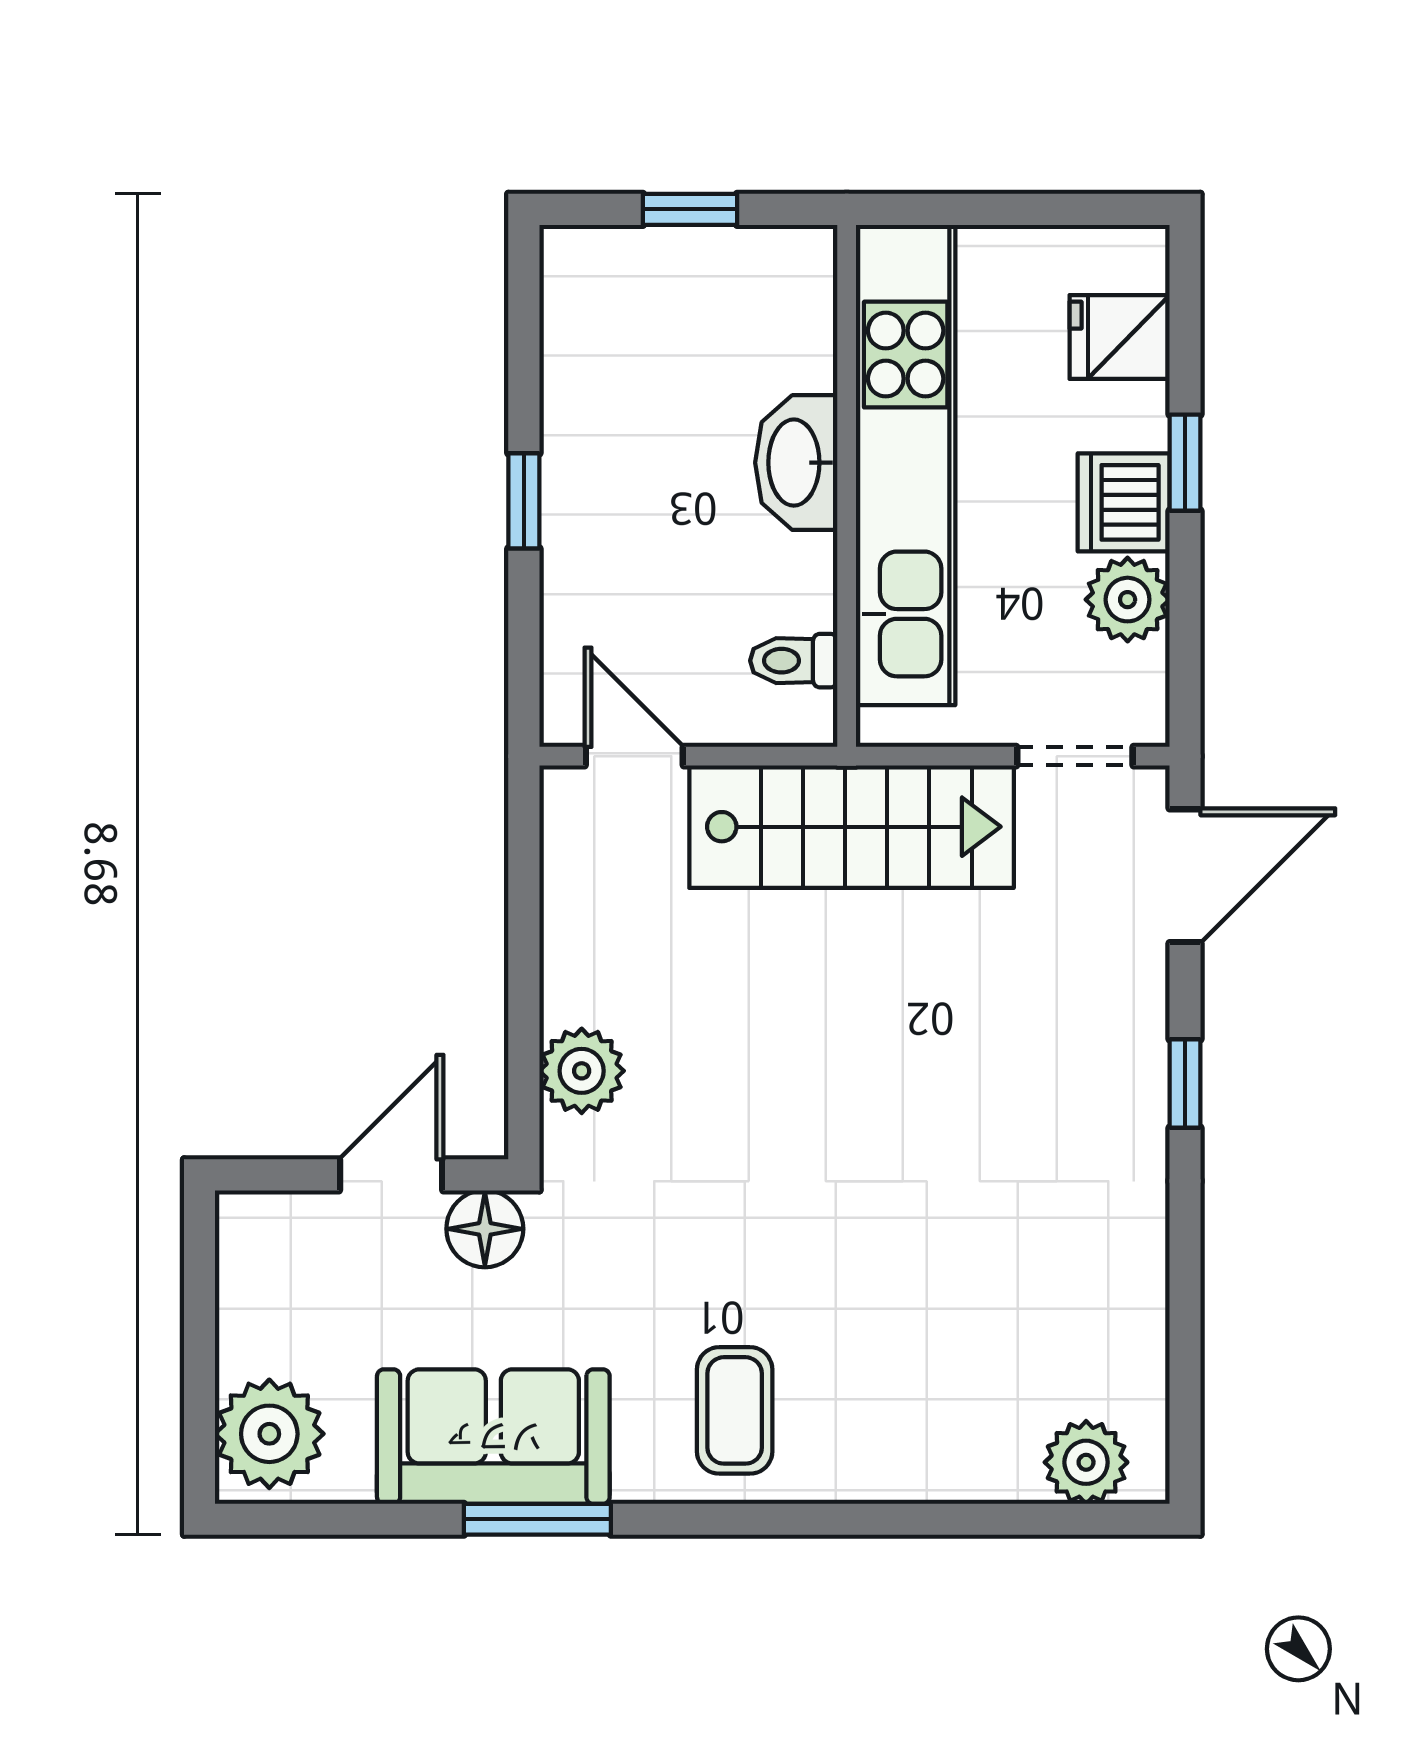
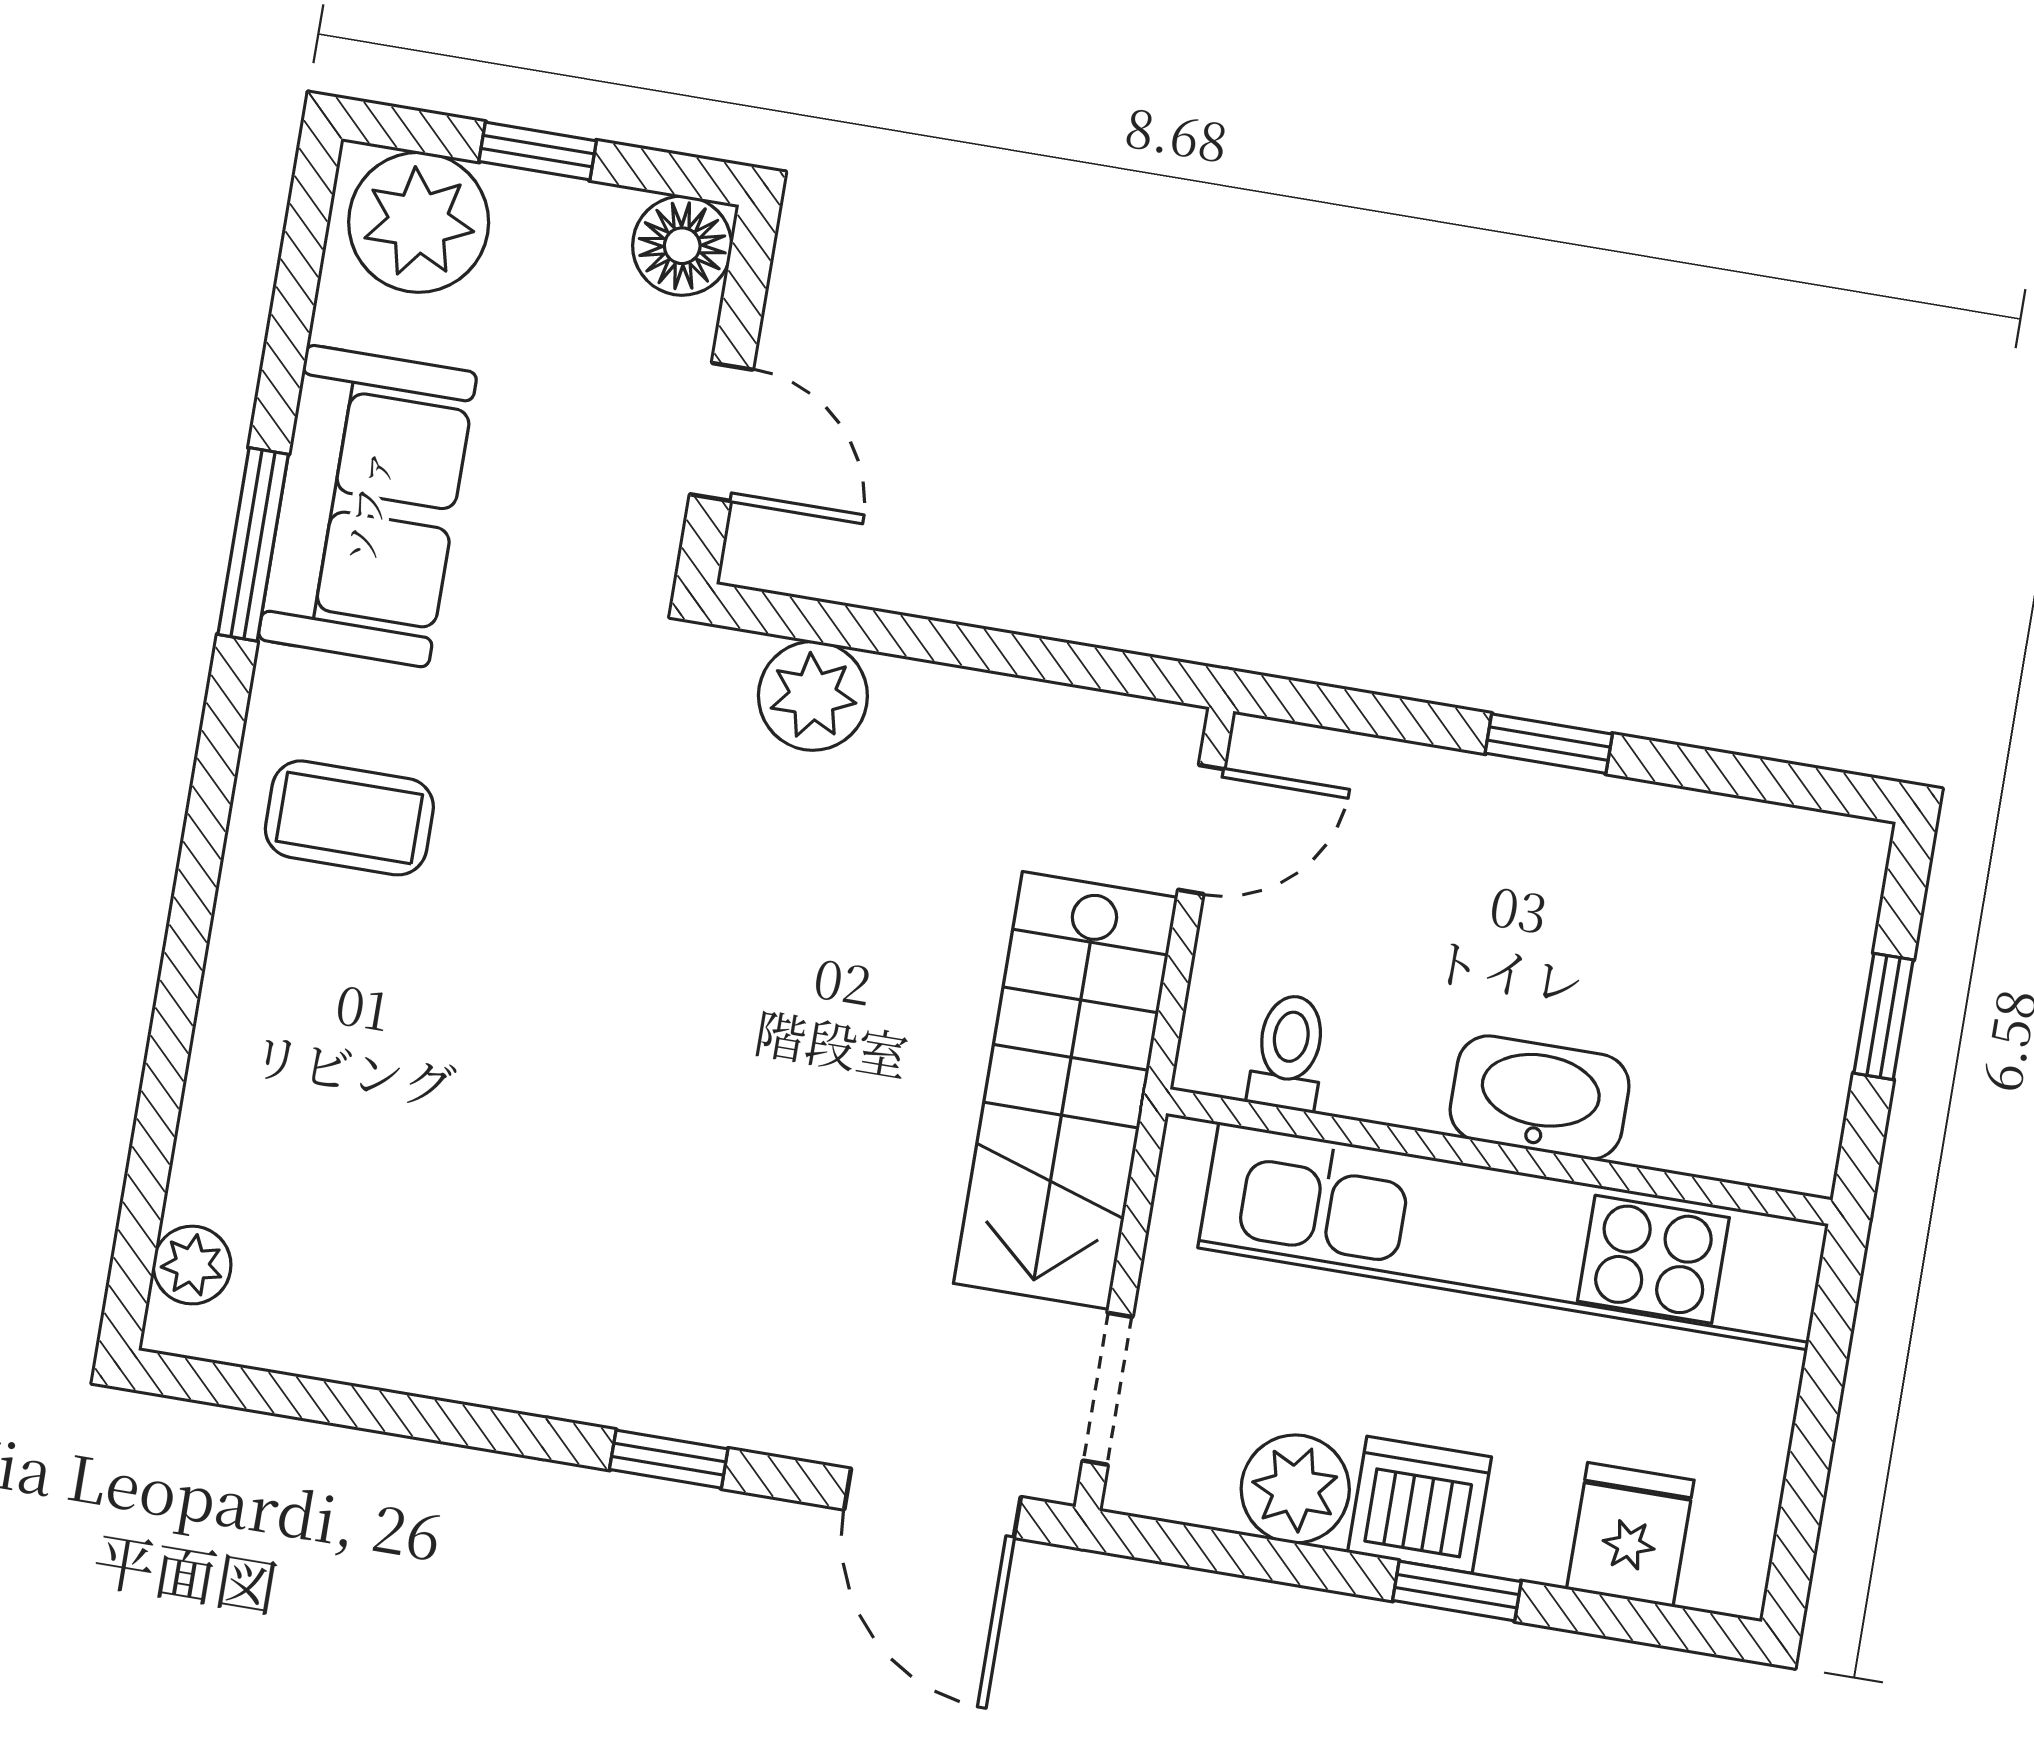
floor lamp: (485, 1229) -> (682, 246), moved
window: (199, 1352) -> (538, 151), added
plant: (1086, 1462) -> (192, 1265), width x0.73, depth x0.73

